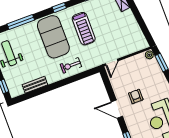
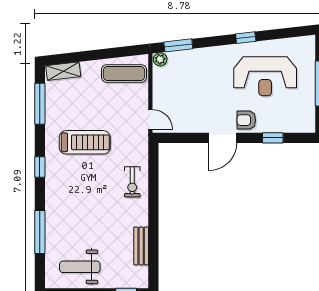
exercise mat: (53, 37) -> (124, 74), moved, width x0.50, depth x0.69
armchair: (136, 96) -> (246, 120), moved

